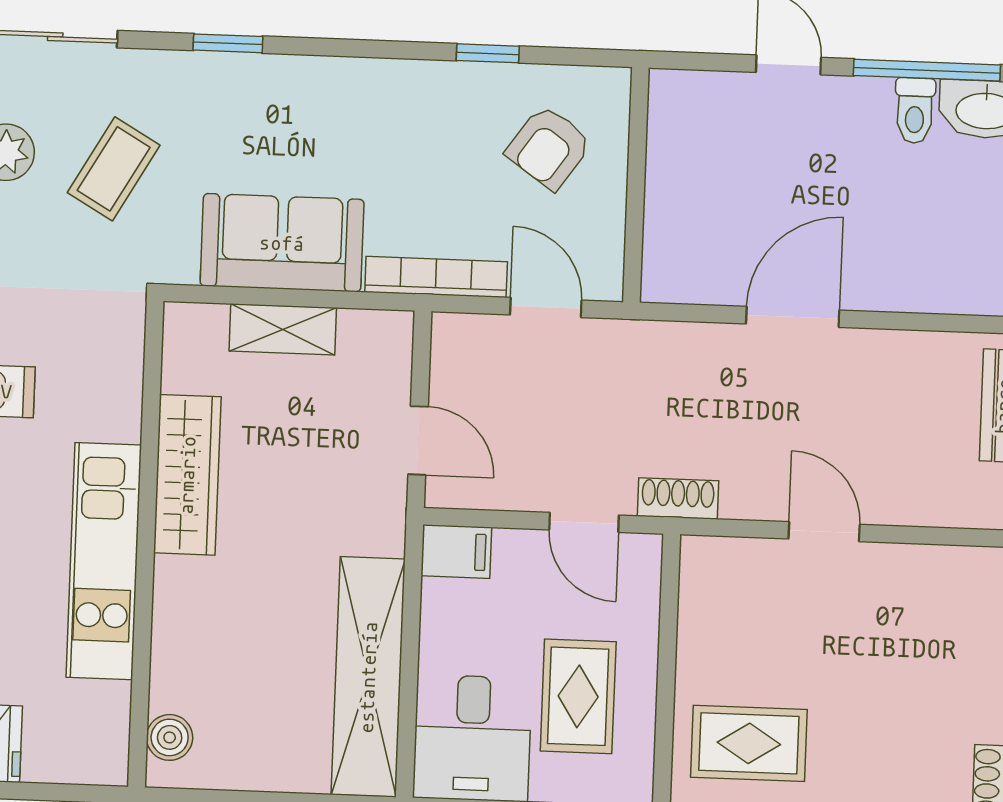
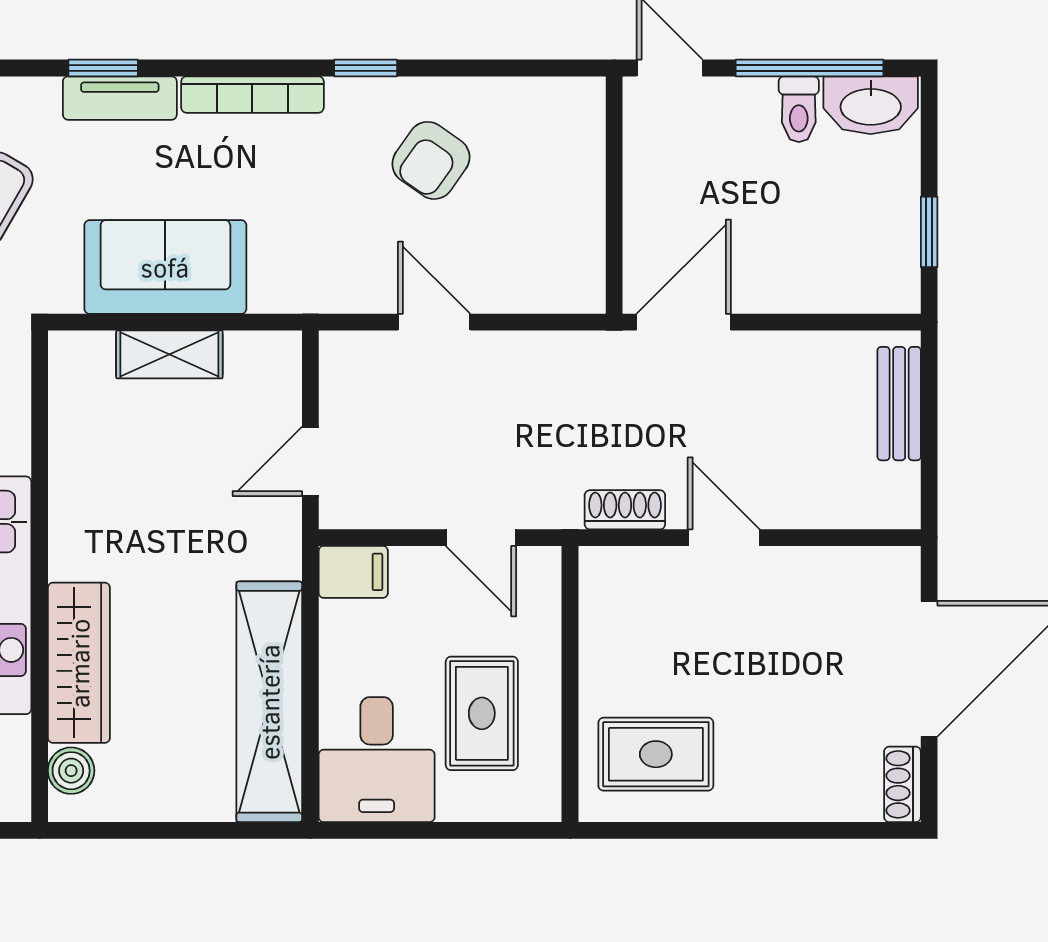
tv unit: (243, 74) -> (120, 98), added
wall: (636, 185) -> (614, 195), moved
bookcase: (436, 277) -> (252, 95), moved, turned 180
door: (418, 440) -> (310, 461), swing flipped
wardrobe: (187, 475) -> (79, 663), moved
shoe rack: (678, 498) -> (625, 510), moved

